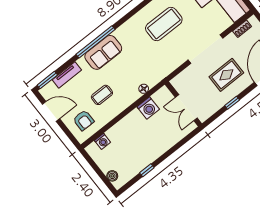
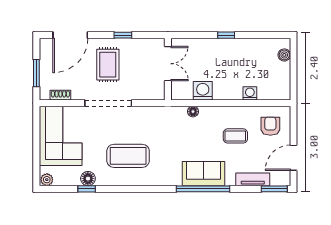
rug: (226, 75) -> (108, 65), turned 90
door: (51, 111) -> (293, 158), hinge flipped
washing machine: (102, 141) -> (250, 93), moved
window: (147, 170) -> (226, 35), moved

